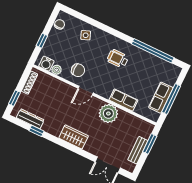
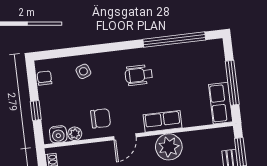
row of seats: (161, 98) -> (221, 103), moved
row of seats: (123, 100) -> (163, 121), moved

